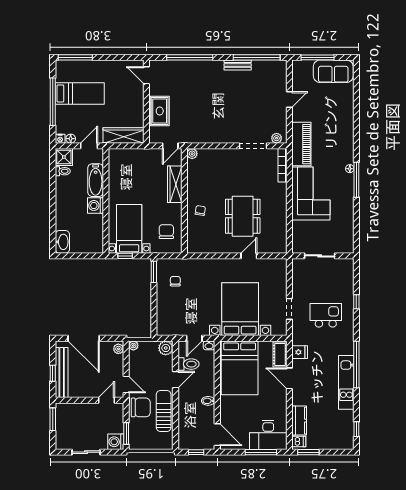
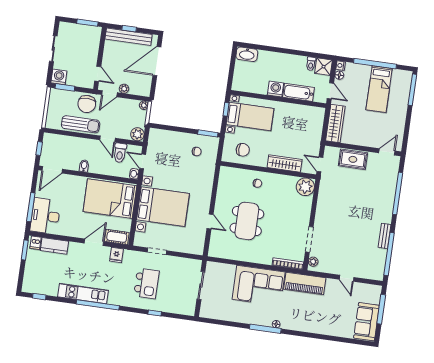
plant: (192, 154) -> (305, 187), width x1.87, depth x1.87
dining table: (243, 216) -> (247, 221), turned 90
plant: (118, 349) -> (124, 89), moved

